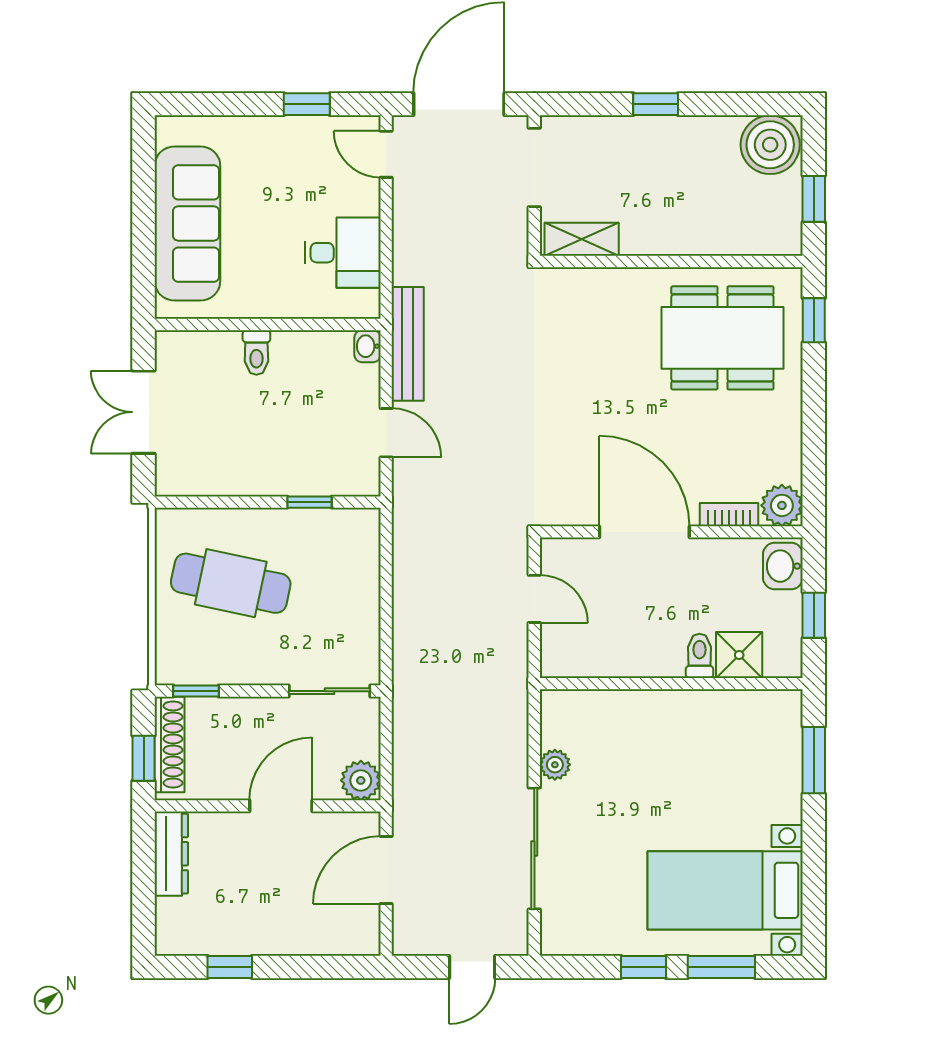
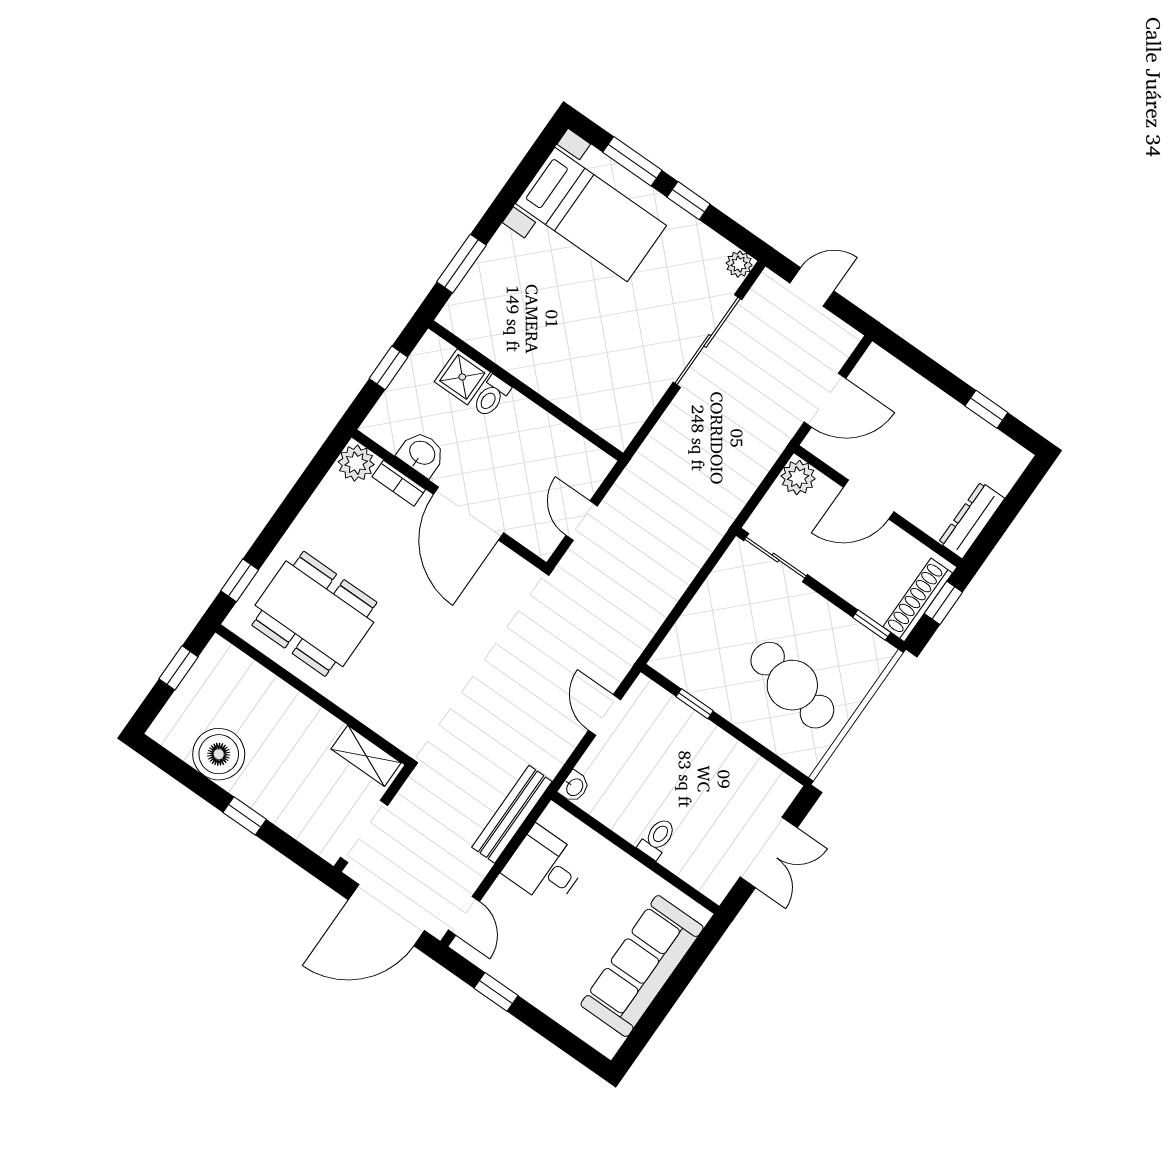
boiler: (770, 145) -> (219, 754), moved
bench: (408, 344) -> (512, 814), moved
washbasin: (783, 566) -> (422, 454), moved, turned -90
plant: (555, 765) -> (739, 264), moved

